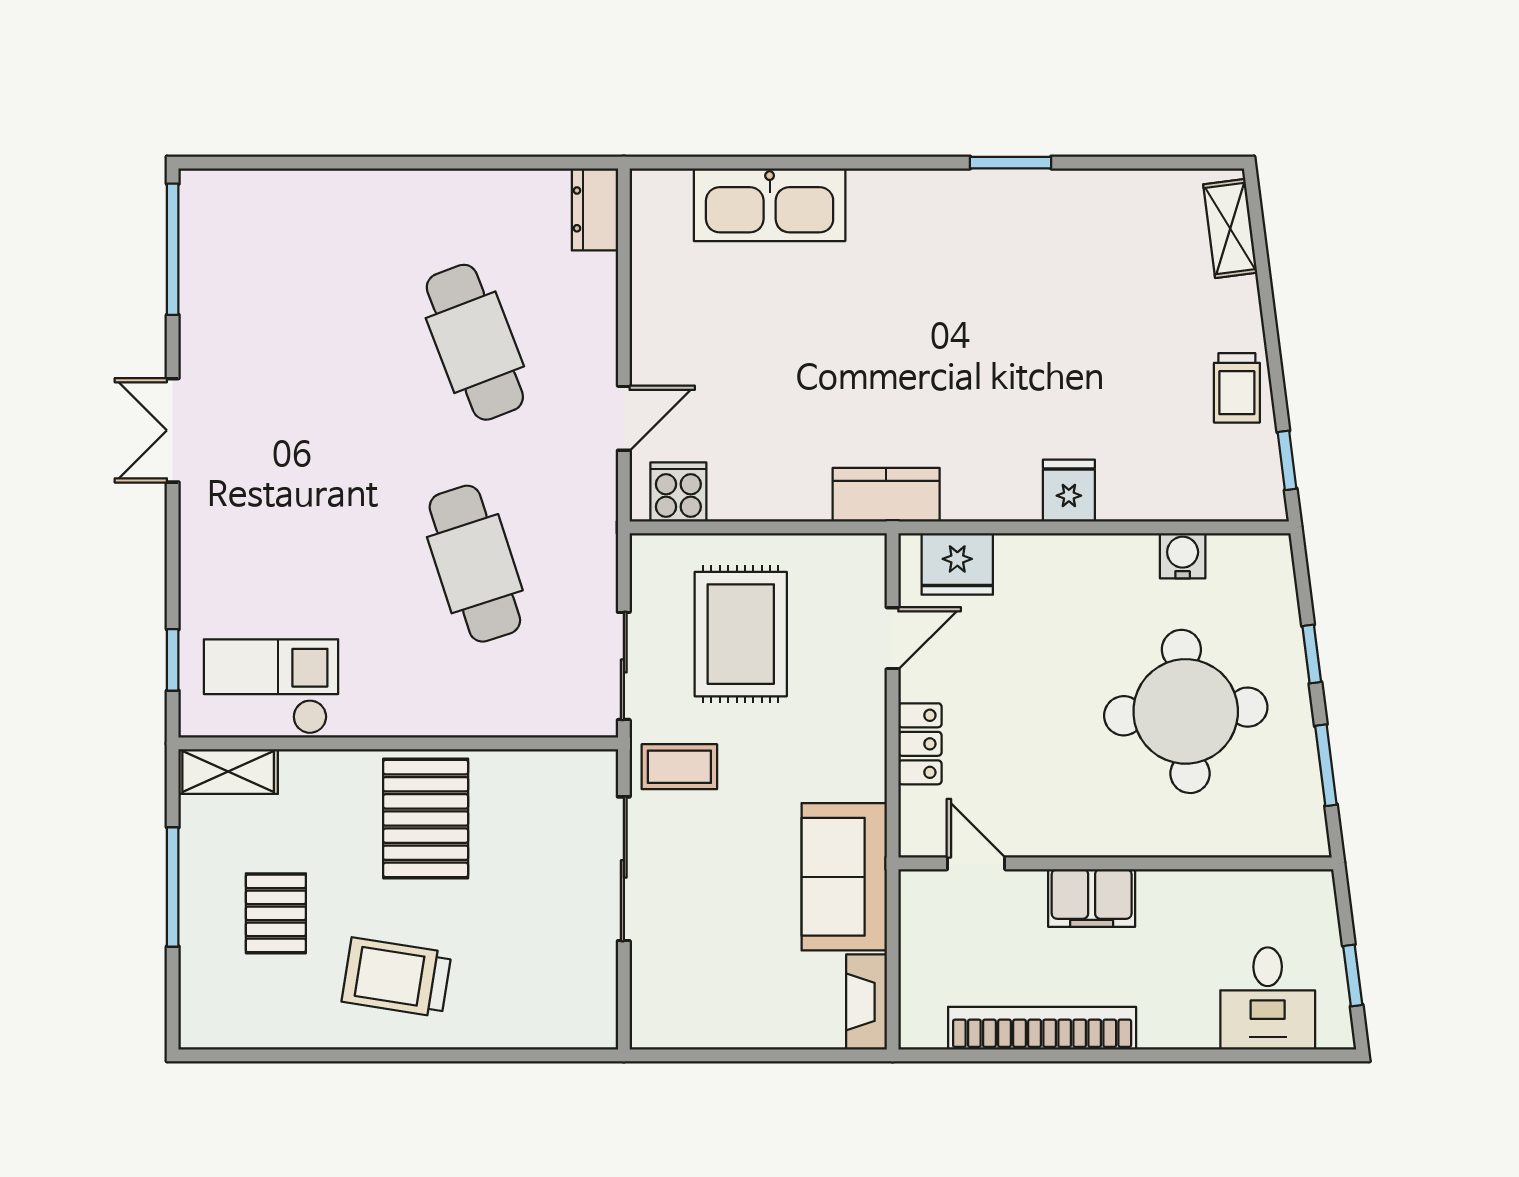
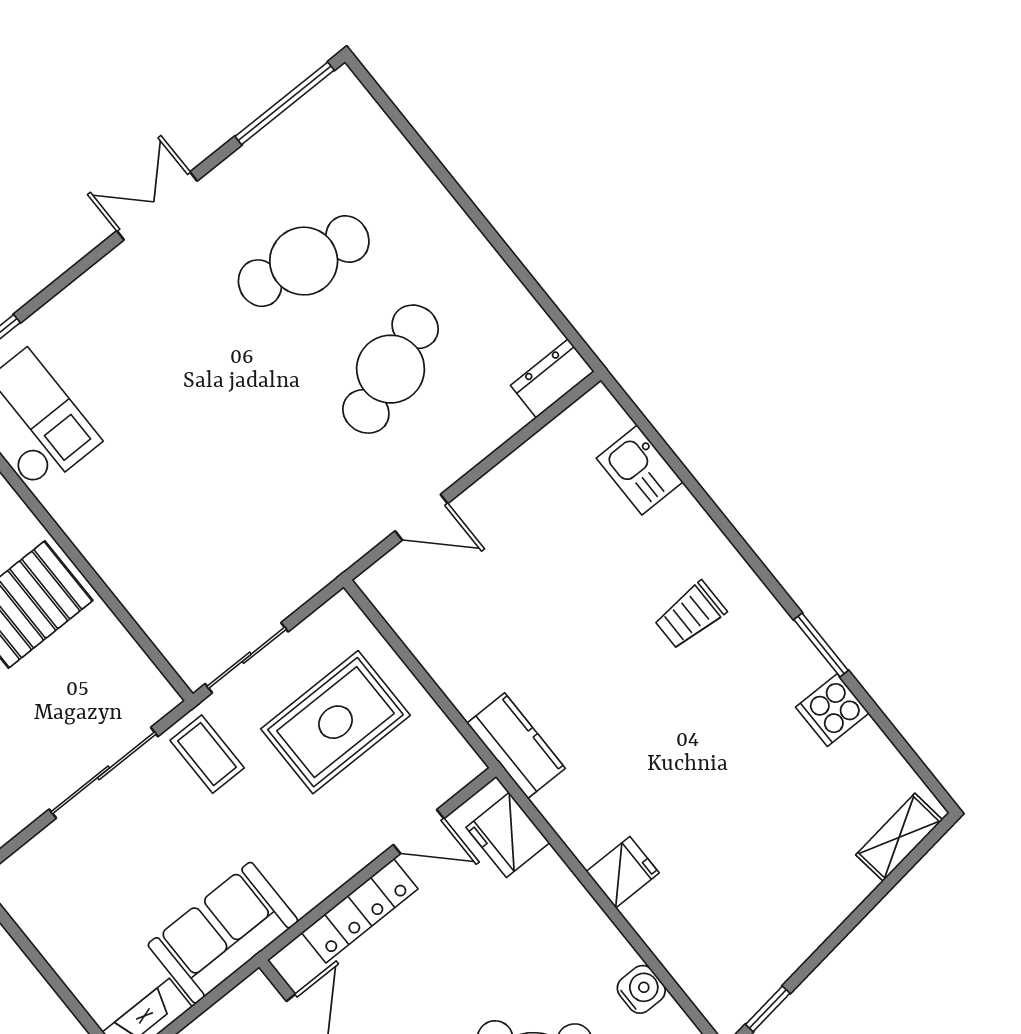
kitchen sink: (770, 205) -> (640, 470), width x0.53, depth x0.81
trolley: (1237, 388) -> (690, 615), moved
cooker: (678, 492) -> (832, 710), moved, turned 180
cafe table: (475, 564) -> (304, 261), moved, turned 30
locker: (920, 744) -> (360, 911), width x1.53

